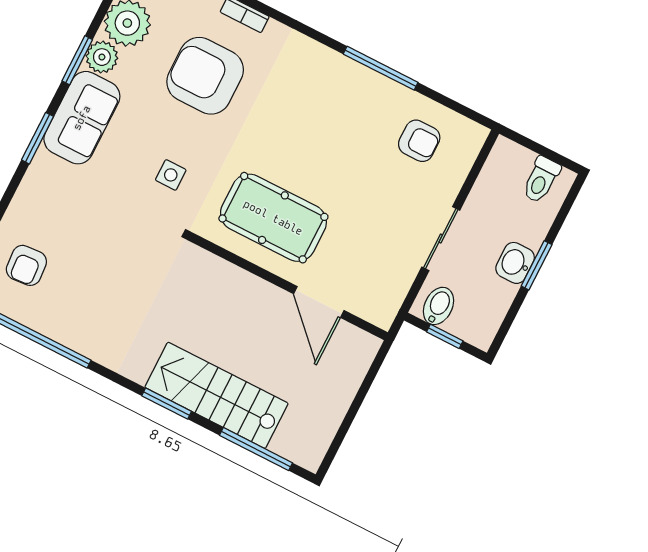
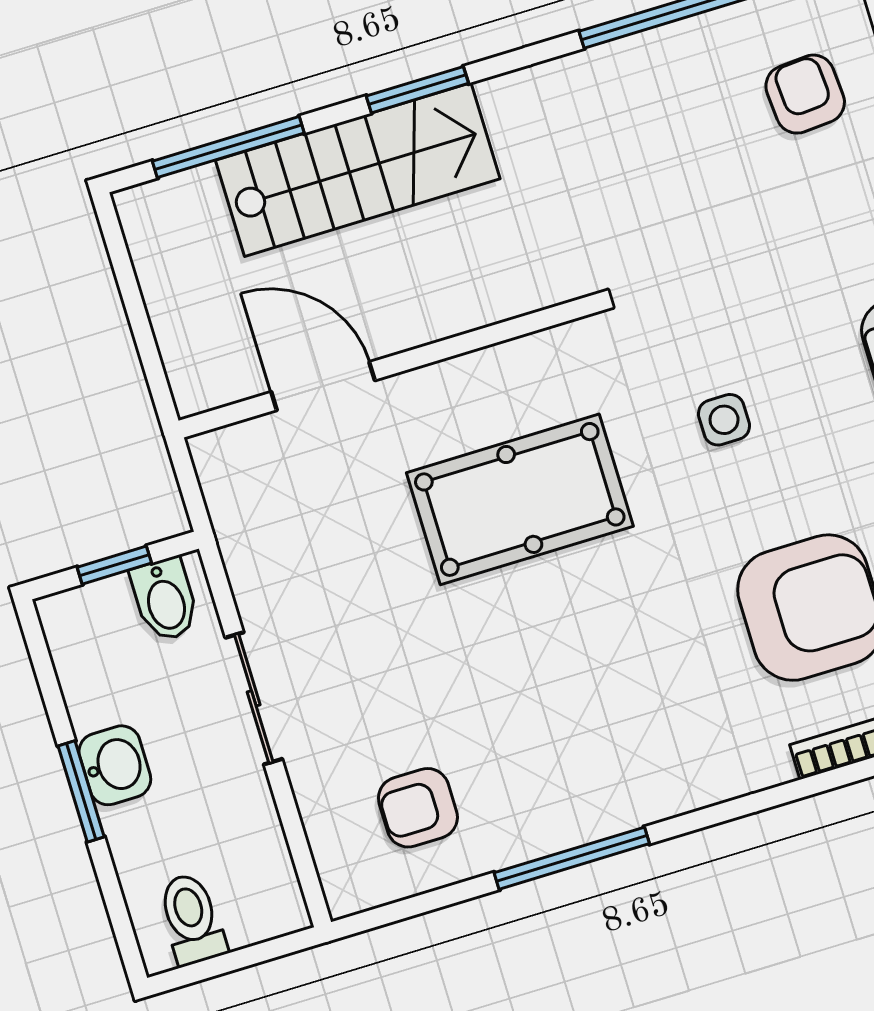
wall: (289, 287) -> (387, 367), moved
door: (319, 302) -> (323, 386), moved

